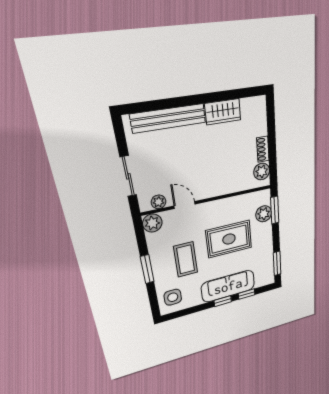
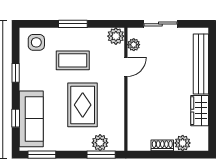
plant: (262, 172) -> (183, 143), moved
sofa: (228, 286) -> (31, 119), moved
window: (223, 301) -> (16, 73), moved

